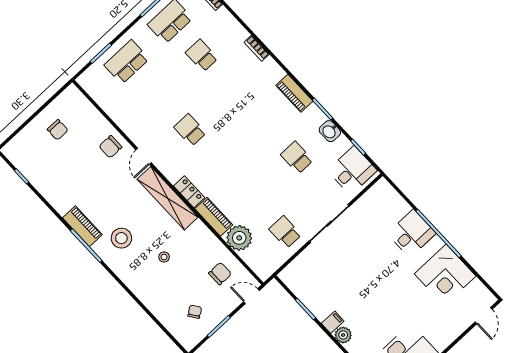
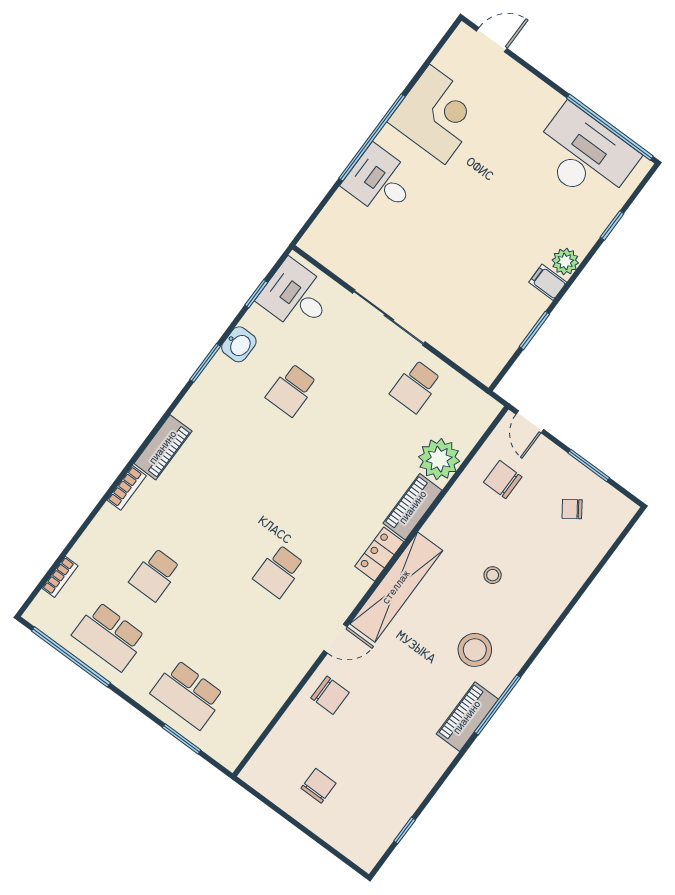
piano: (294, 93) -> (163, 447), moved

